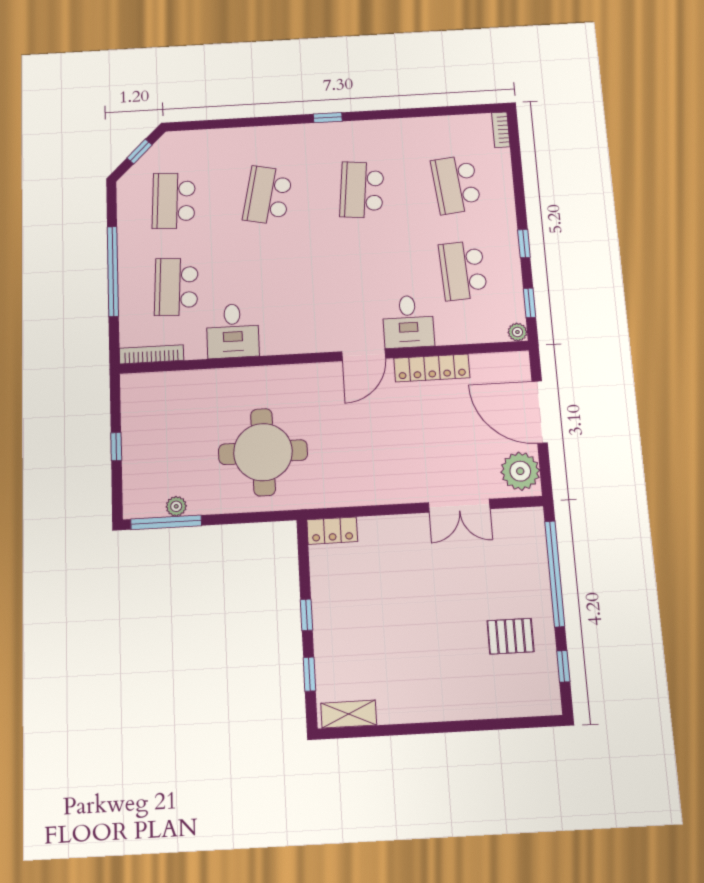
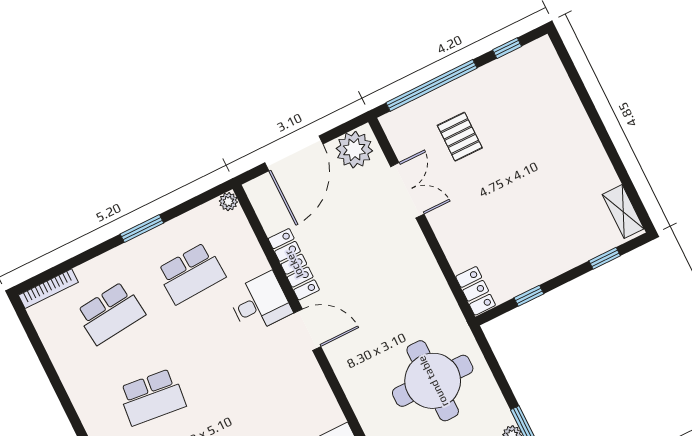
bookcase: (501, 130) -> (48, 289), width x1.56
window: (524, 244) -> (142, 228), width x1.50
window: (529, 303) -> (196, 202), removed
window: (306, 615) -> (529, 296), moved
pallet: (511, 636) -> (460, 137), moved

